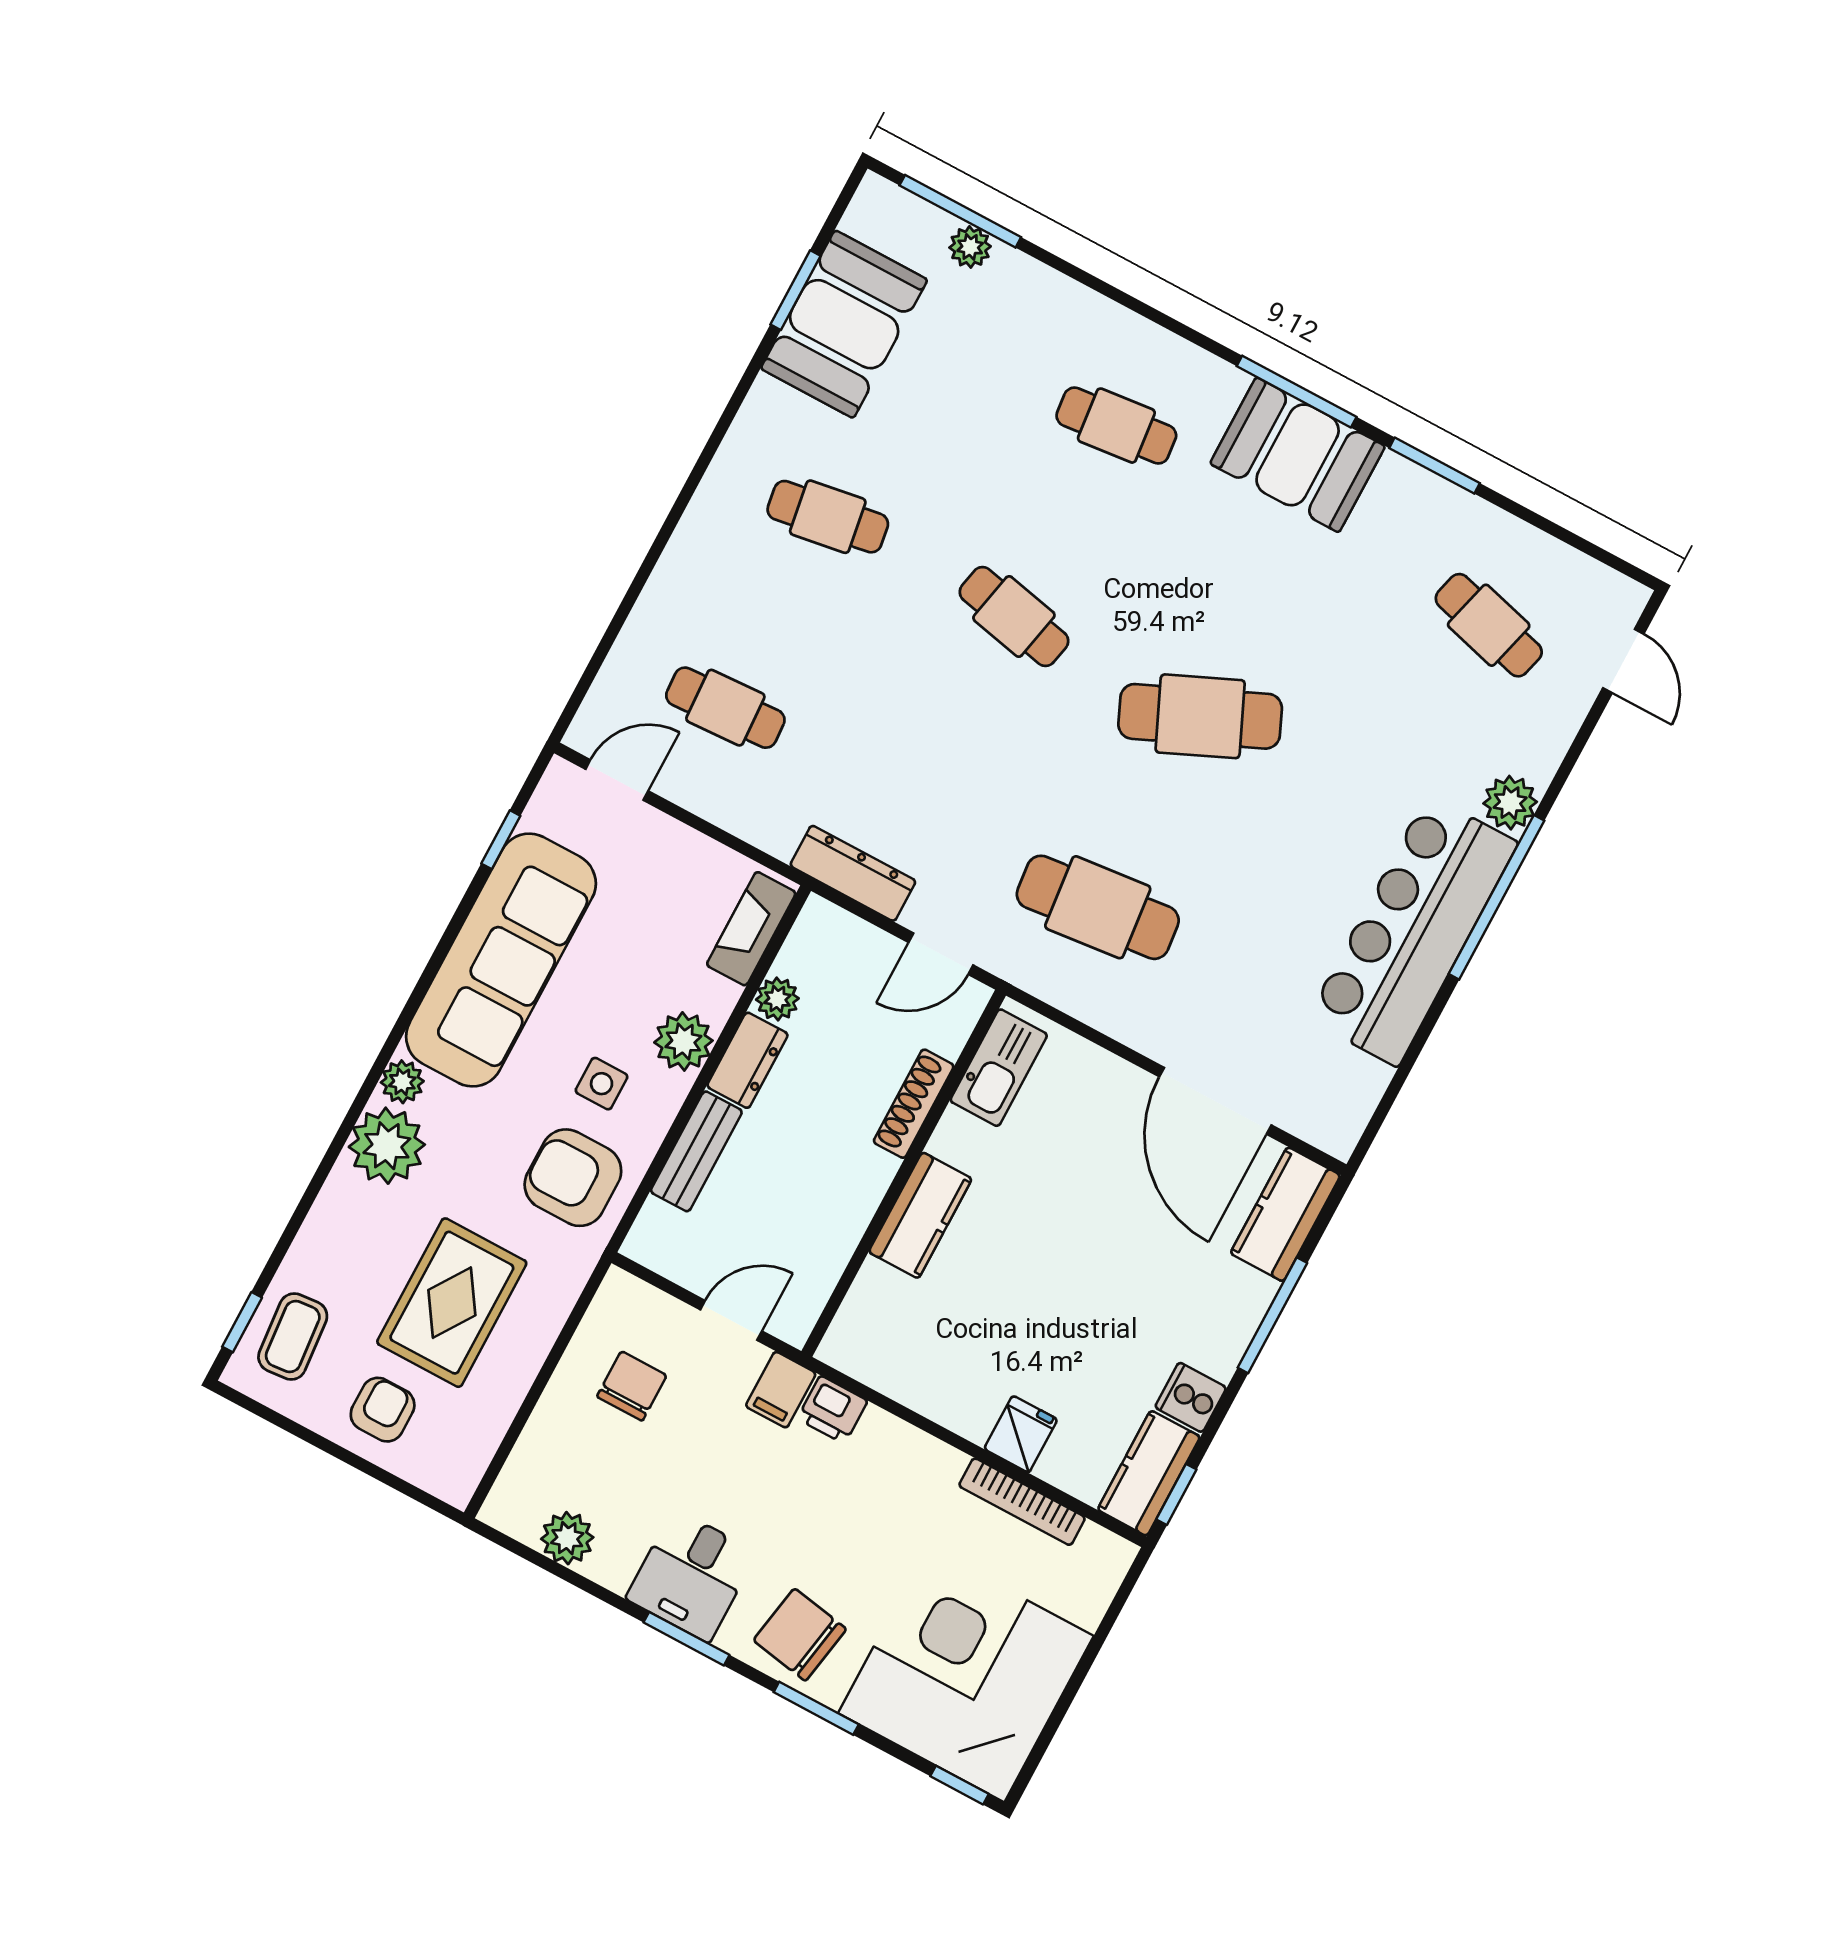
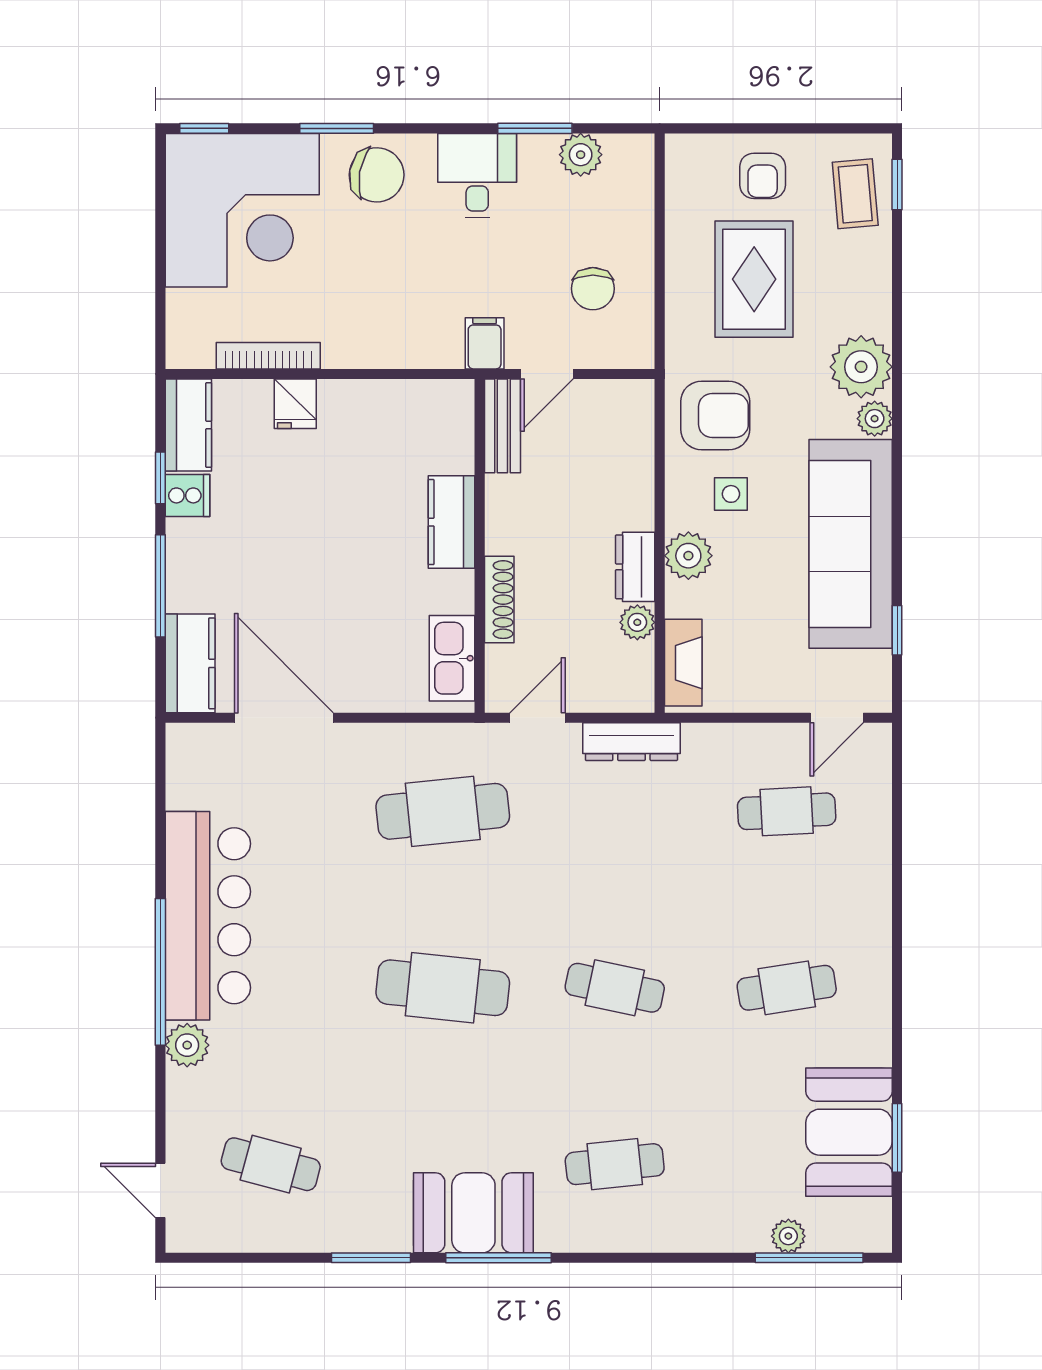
cafe table: (1200, 716) -> (443, 988), turned 30
bench: (696, 1151) -> (502, 426), moved
printer: (832, 1410) -> (440, 349), removed
window: (1176, 1494) -> (160, 478), moved
window: (687, 1639) -> (535, 128), moved

